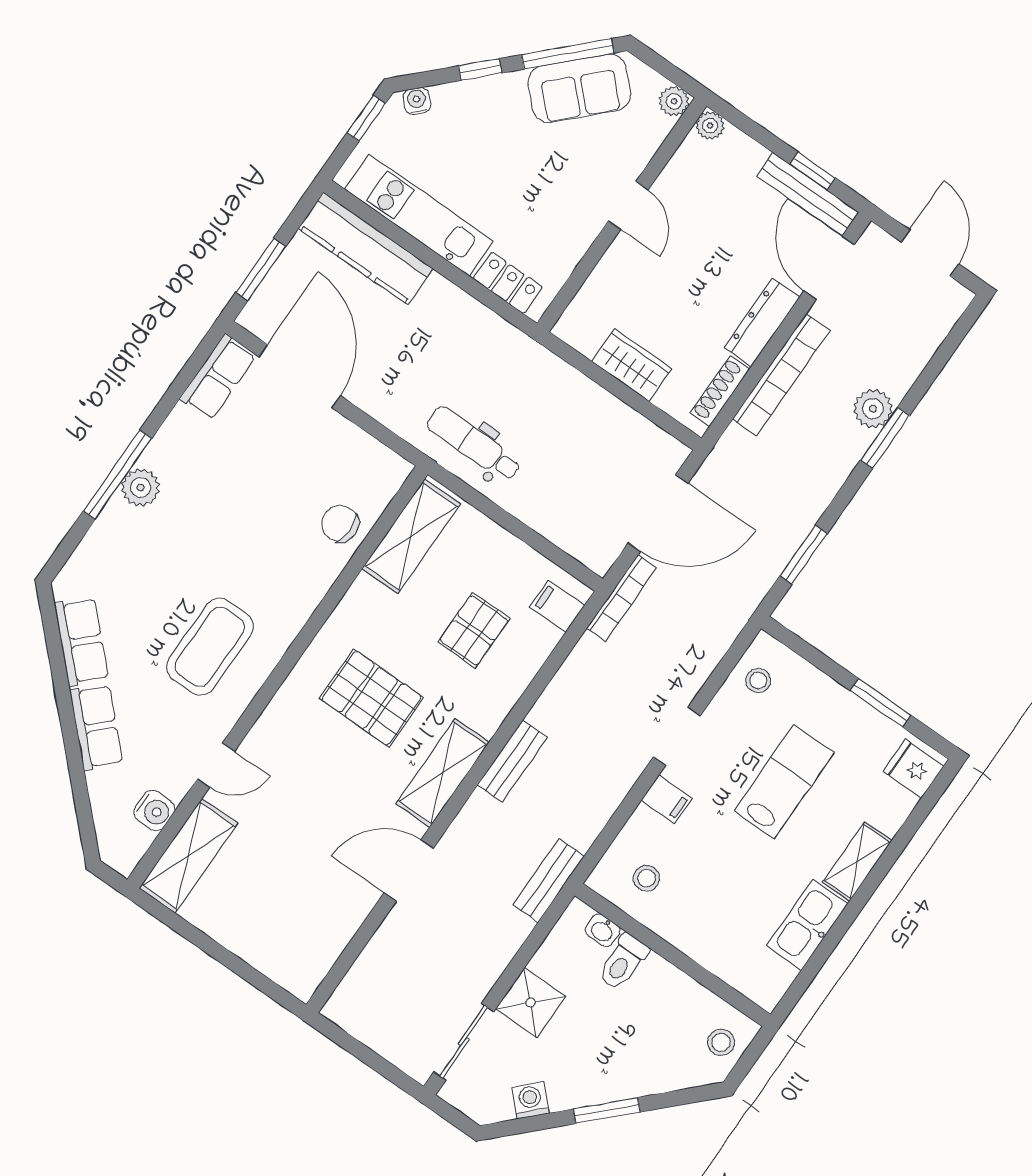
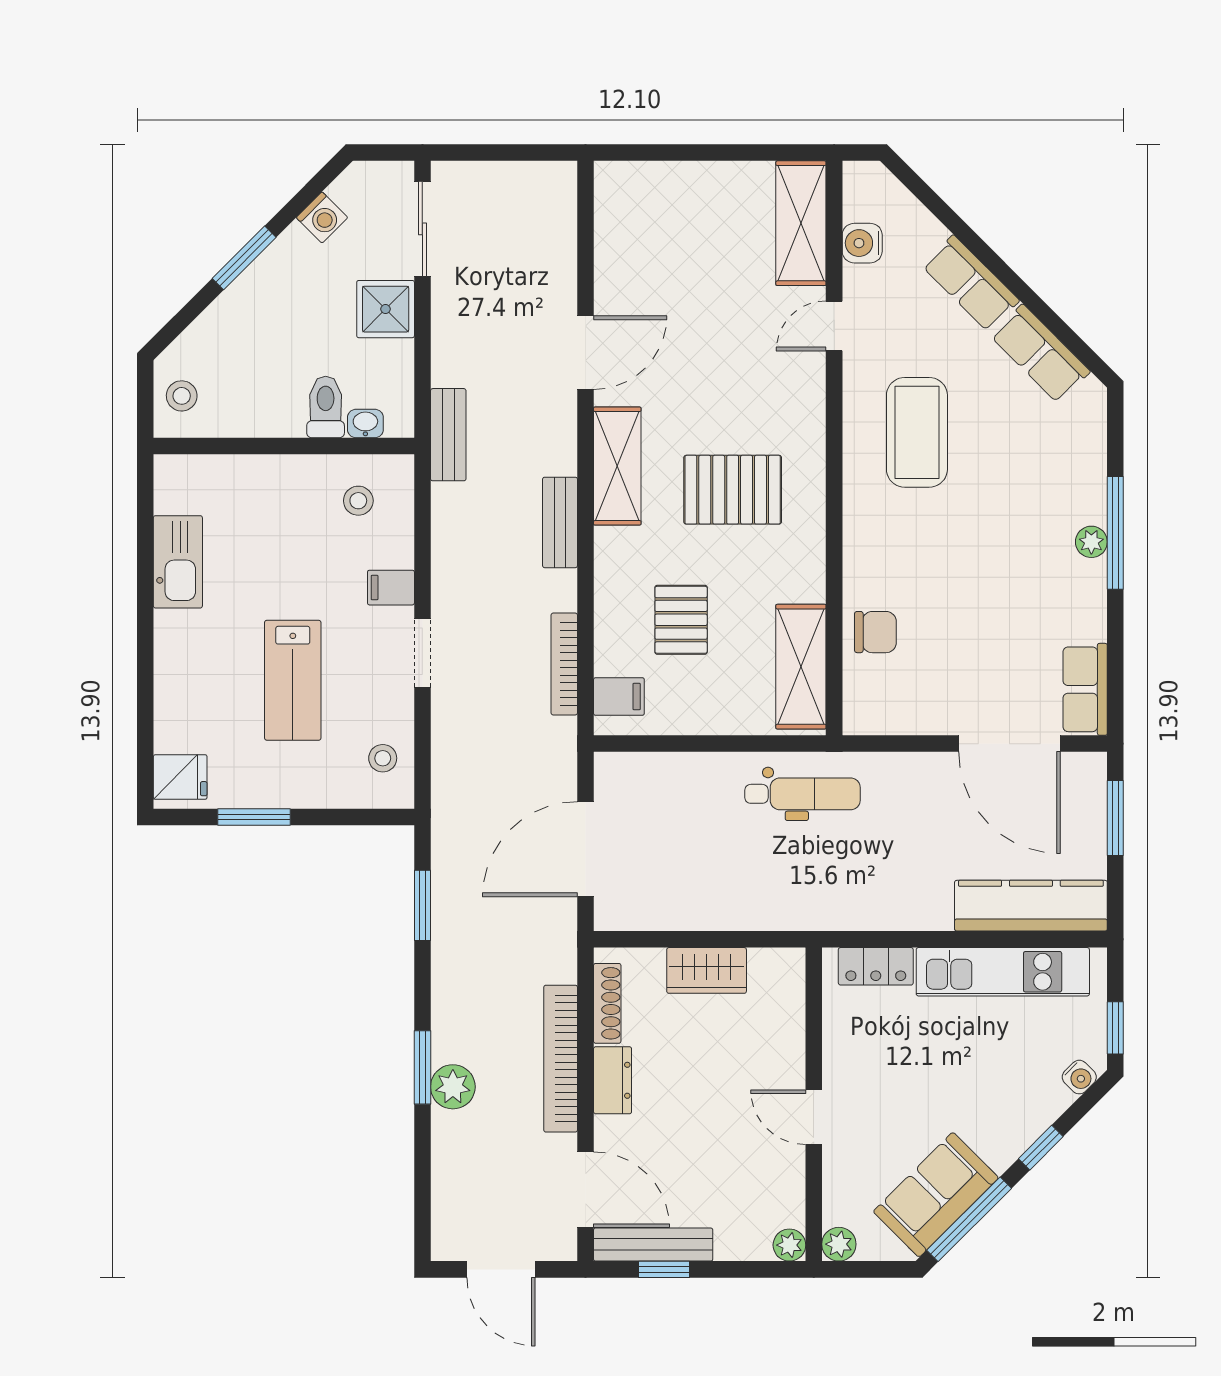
dresser: (762, 322) -> (613, 1080), width x0.70
plant: (141, 488) -> (1091, 542), width x0.73, depth x0.73
bookcase: (622, 598) -> (564, 664), moved
shelving: (857, 861) -> (172, 654), removed

